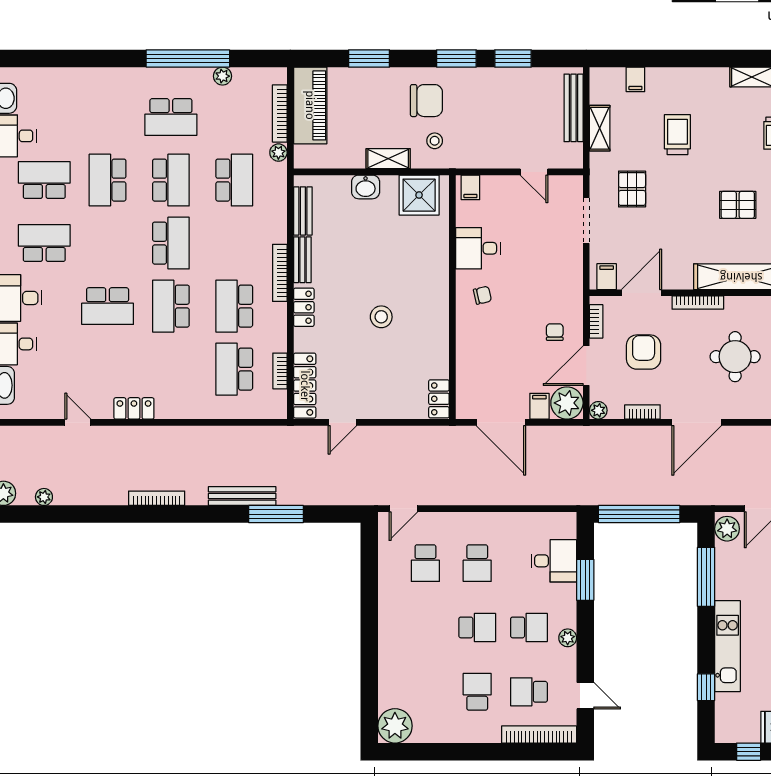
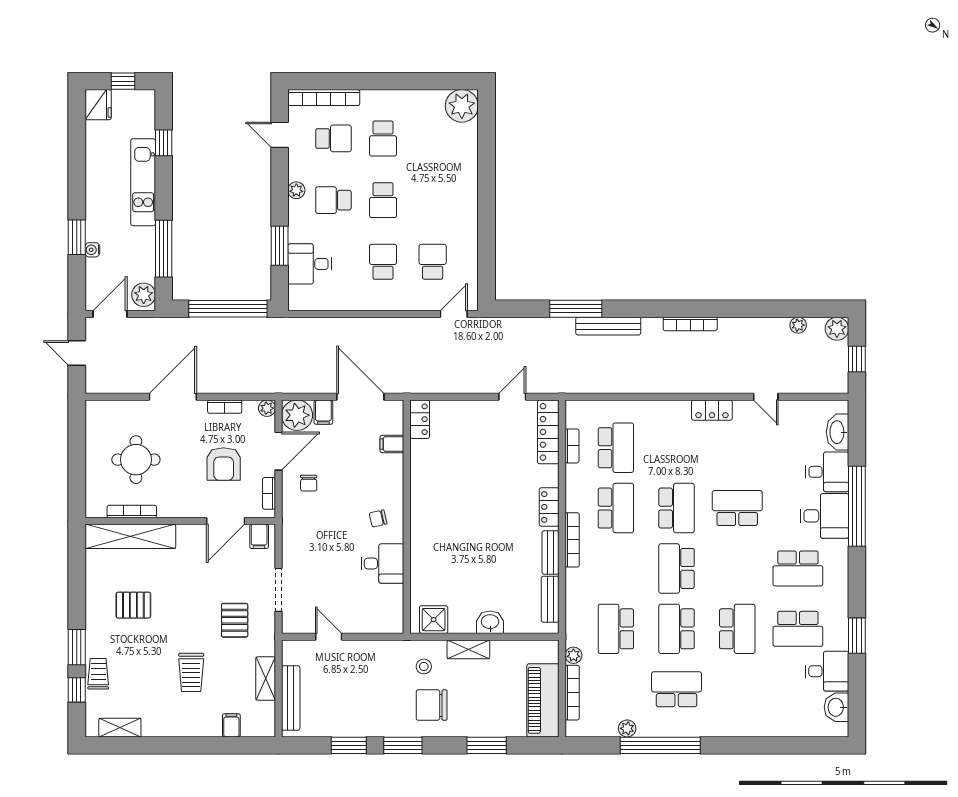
filing cabinet: (470, 187) -> (392, 444), moved, turned -90
shower: (419, 195) -> (434, 620), width x0.73, depth x0.73
bookcase: (698, 303) -> (132, 511), moved
stool: (381, 317) -> (475, 498), removed
school desk: (477, 627) -> (383, 200), turned -90

